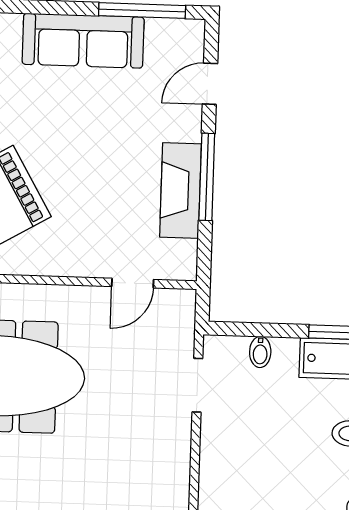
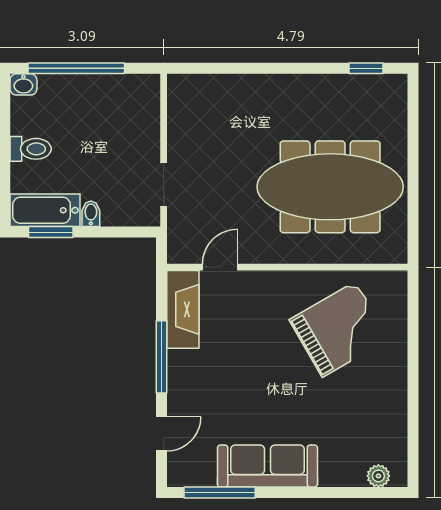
fireplace: (181, 191) -> (183, 309), moved
bidet: (260, 352) -> (91, 214), moved

